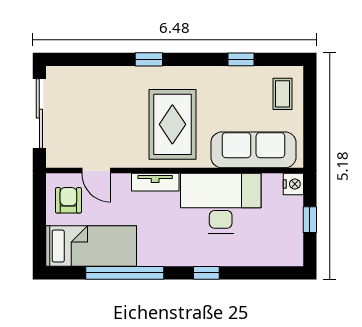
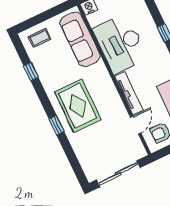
rug: (172, 124) -> (78, 106), moved, turned 90
tv unit: (155, 182) -> (129, 93), width x1.41

